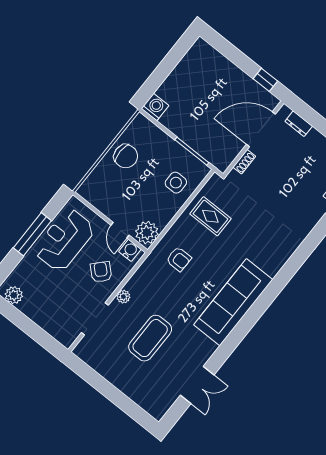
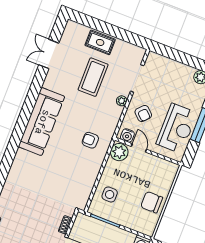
rug: (210, 216) -> (100, 42), moved

